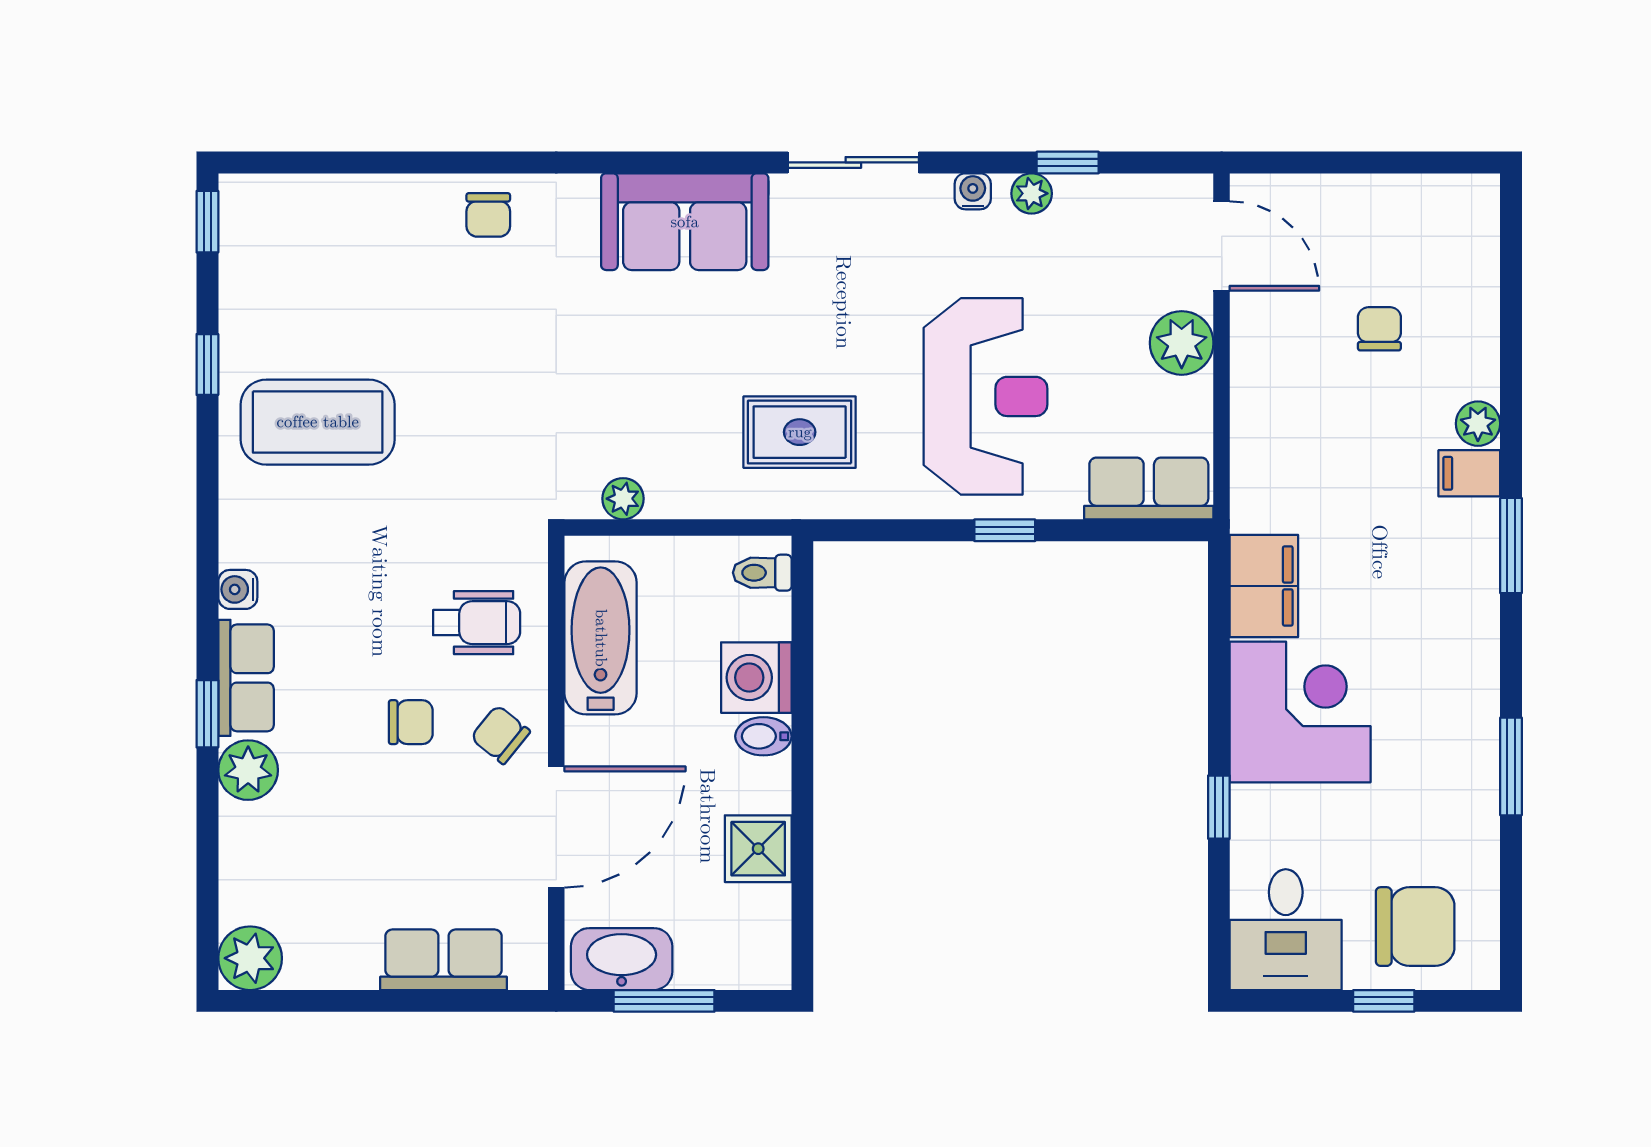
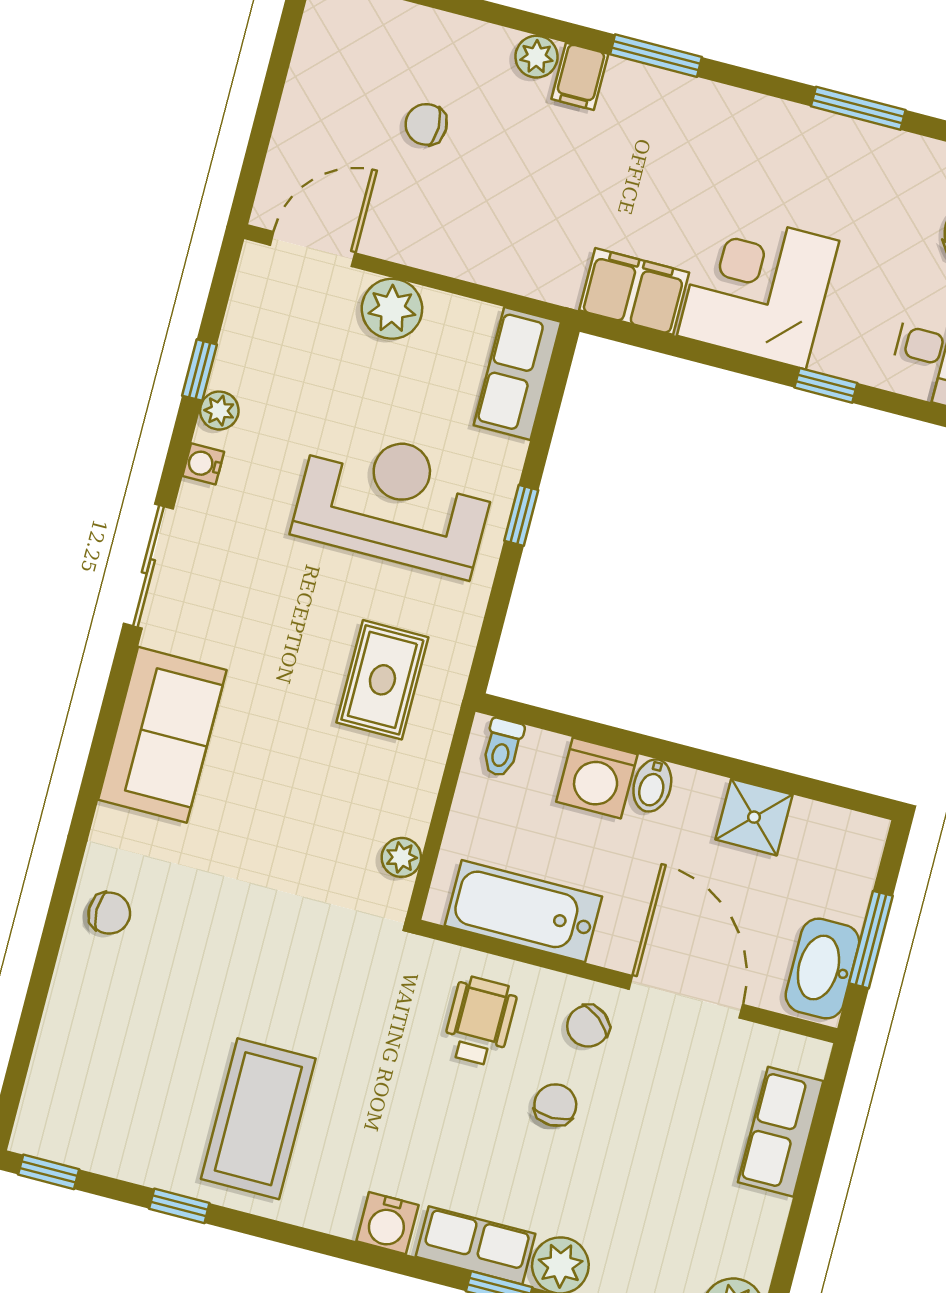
water cooler: (238, 589) -> (387, 1223), width x1.38, depth x1.38

